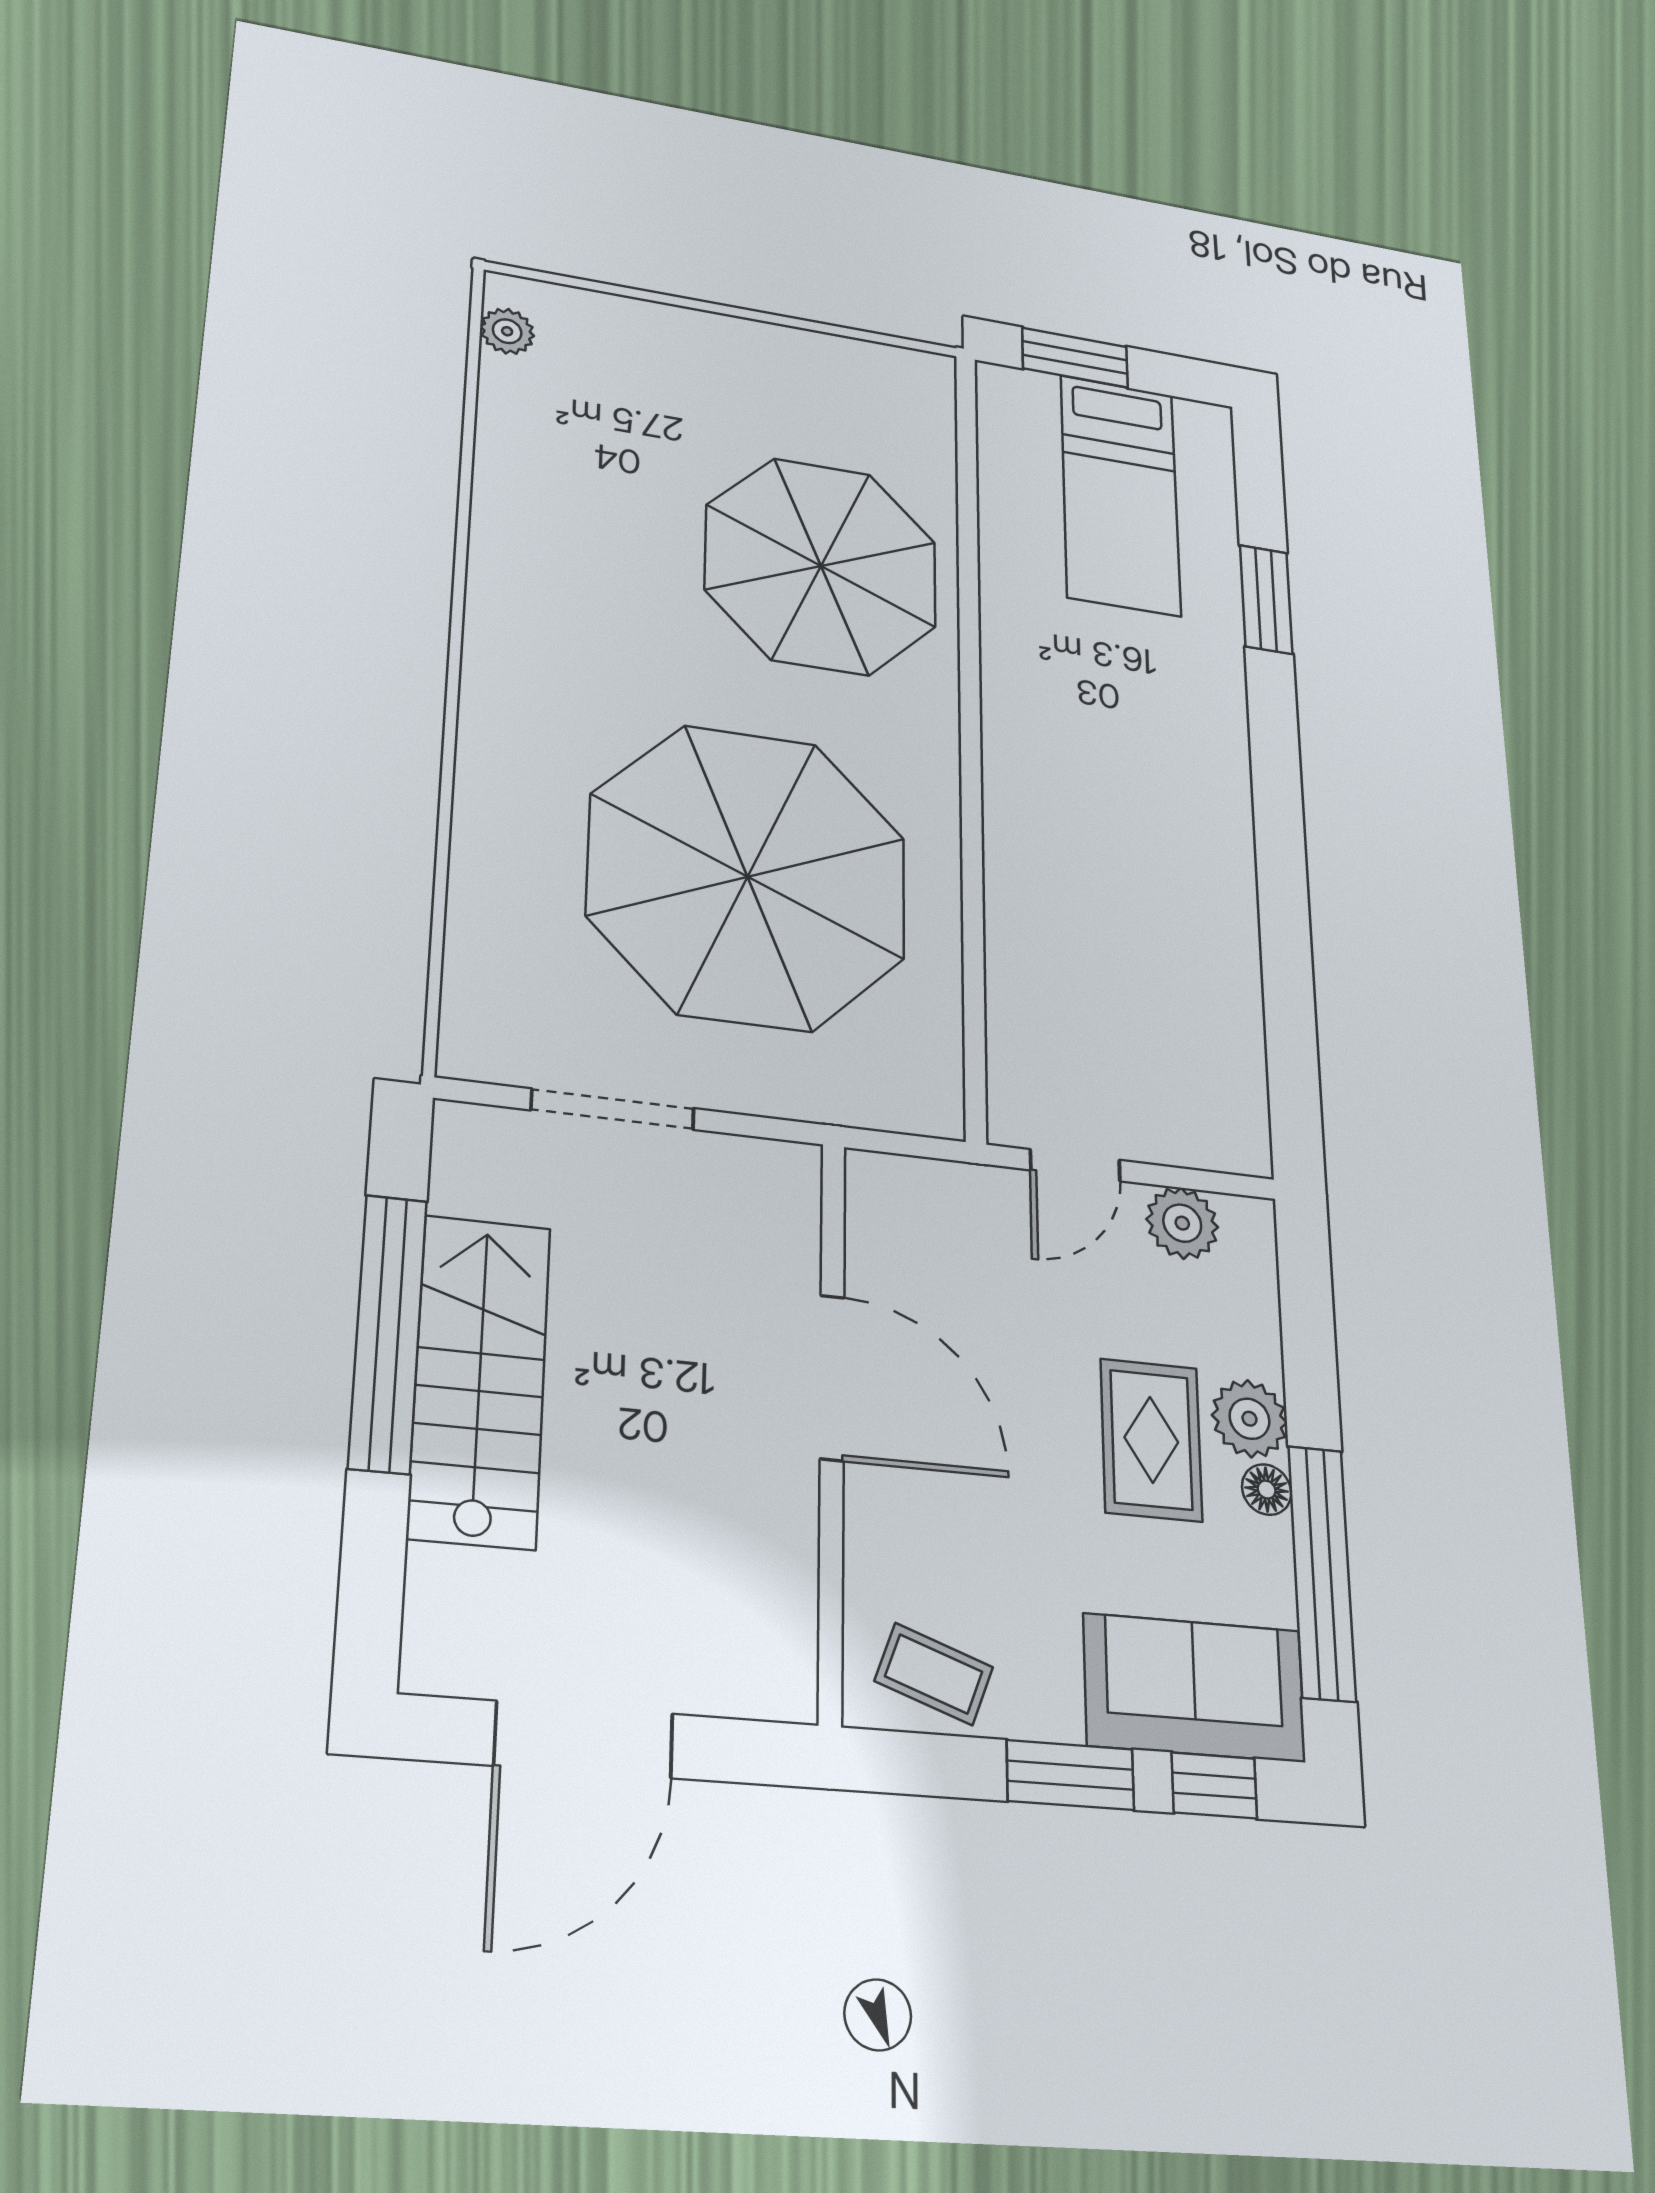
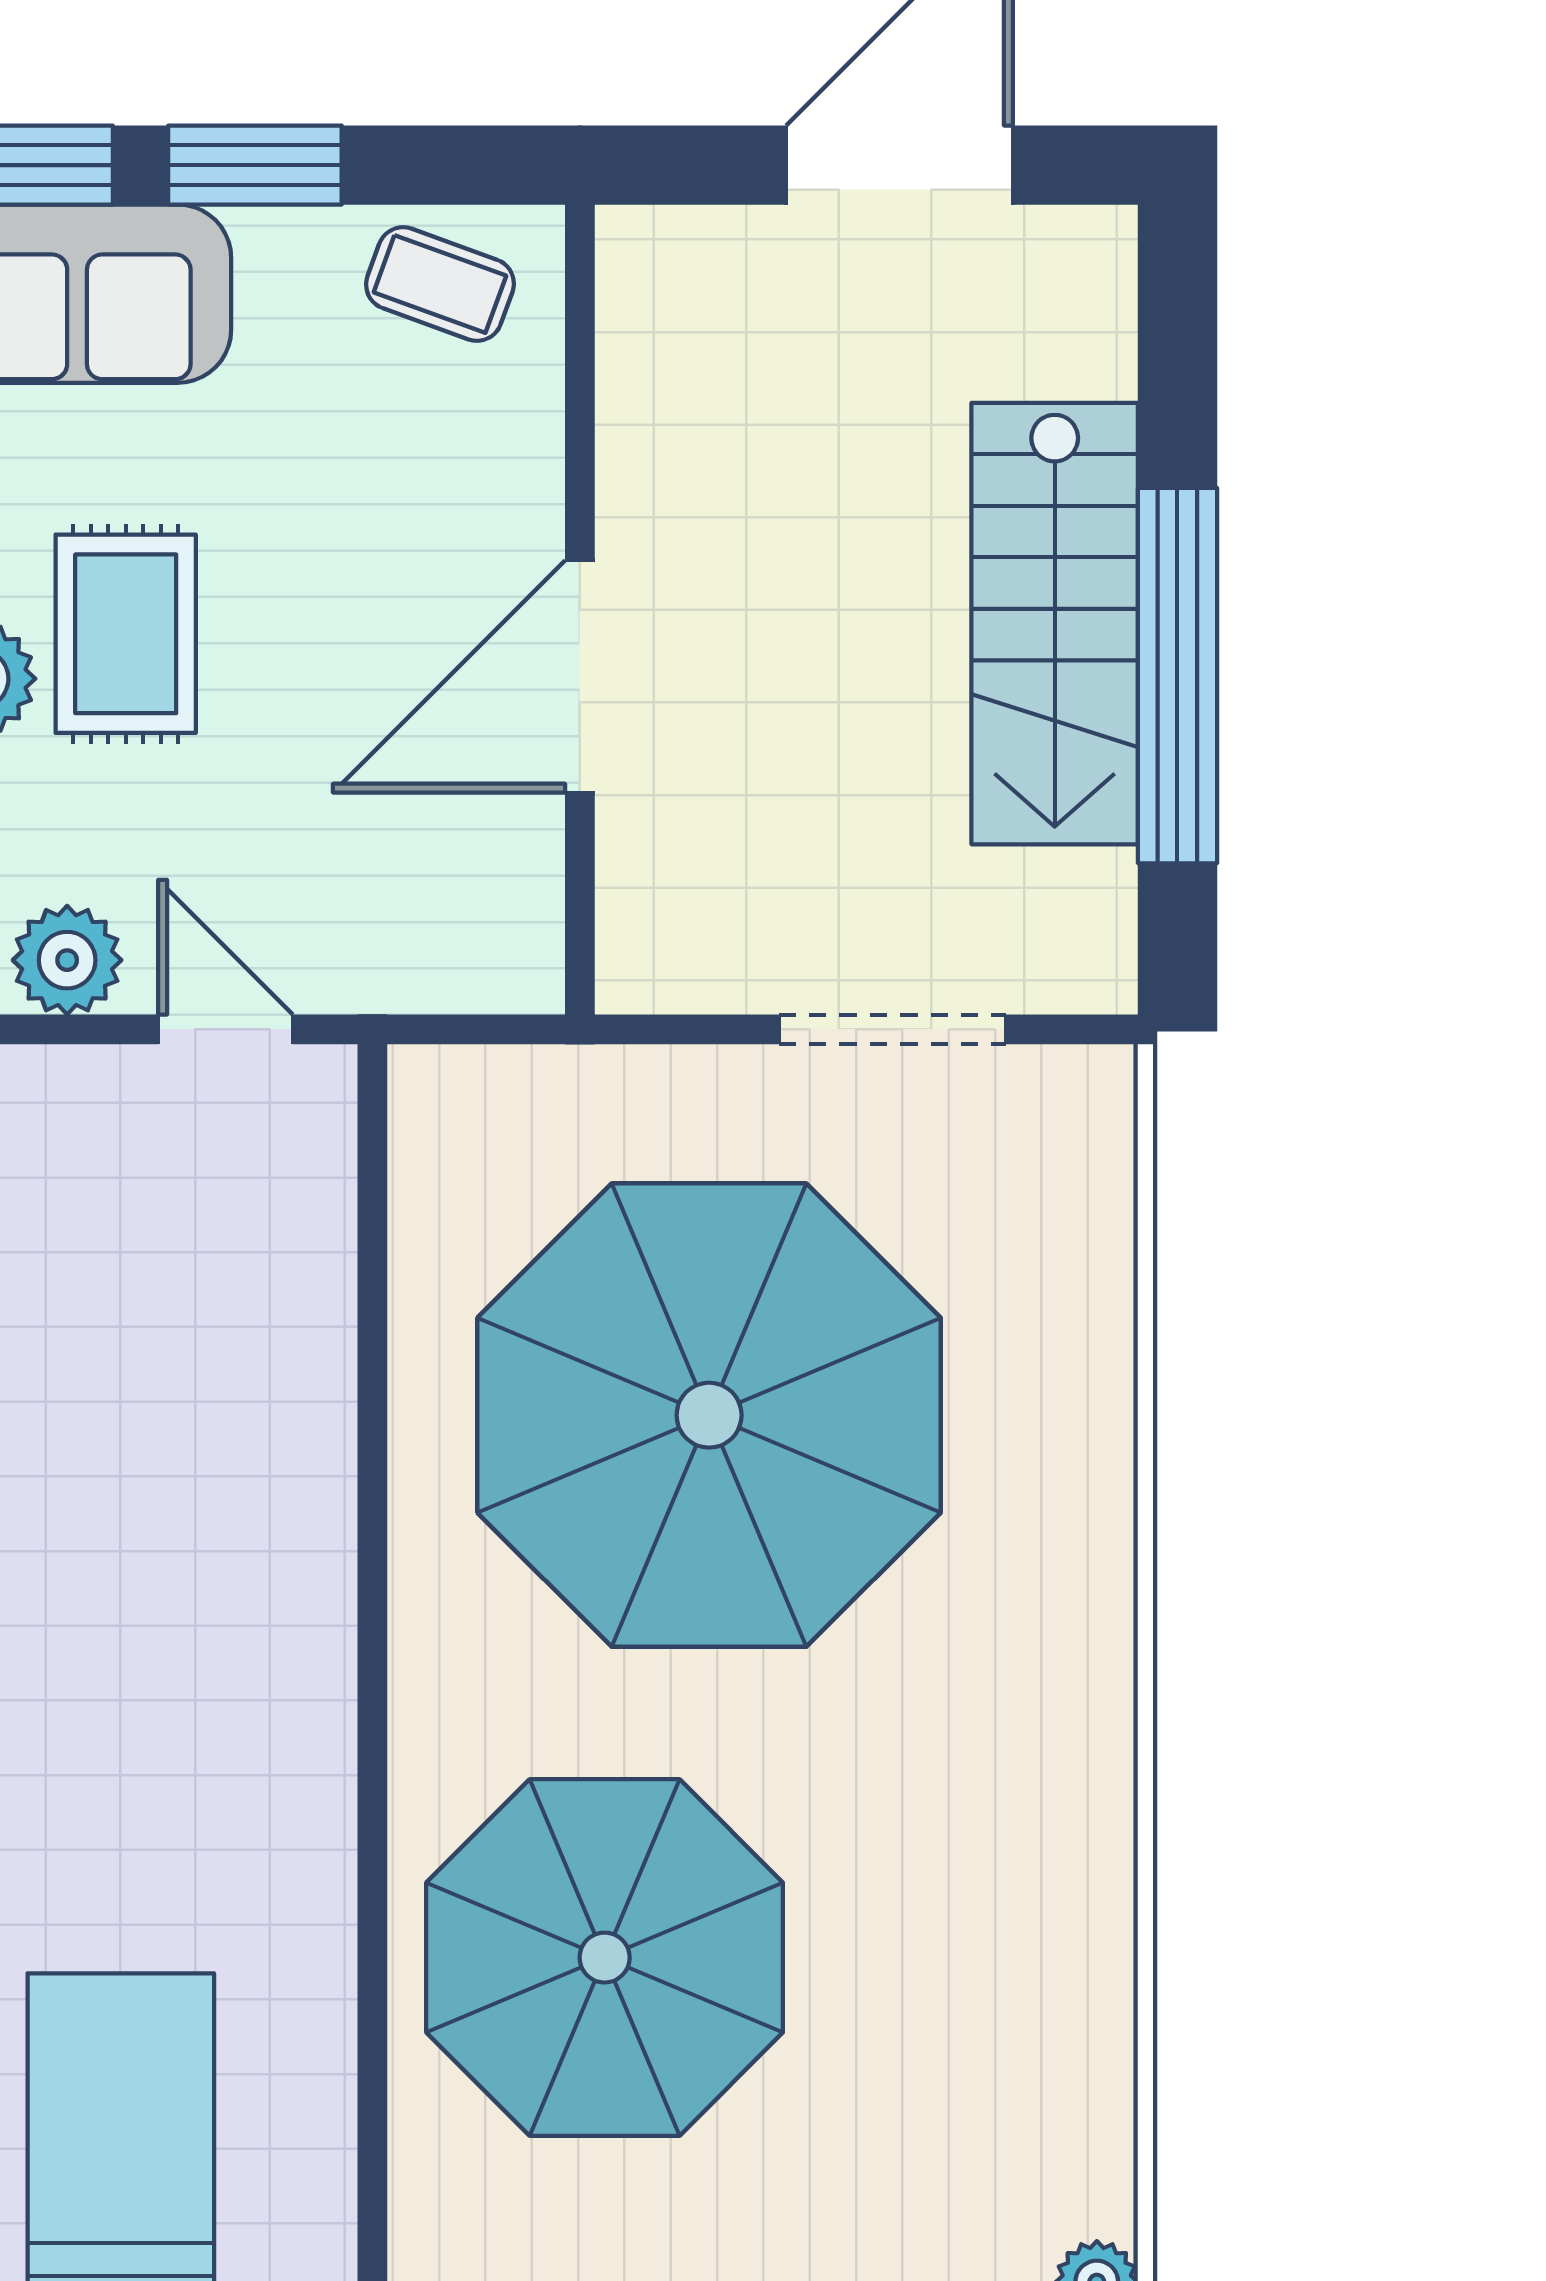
door: (1075, 1165) -> (226, 1029), hinge flipped
door: (832, 1378) -> (580, 677), hinge flipped

